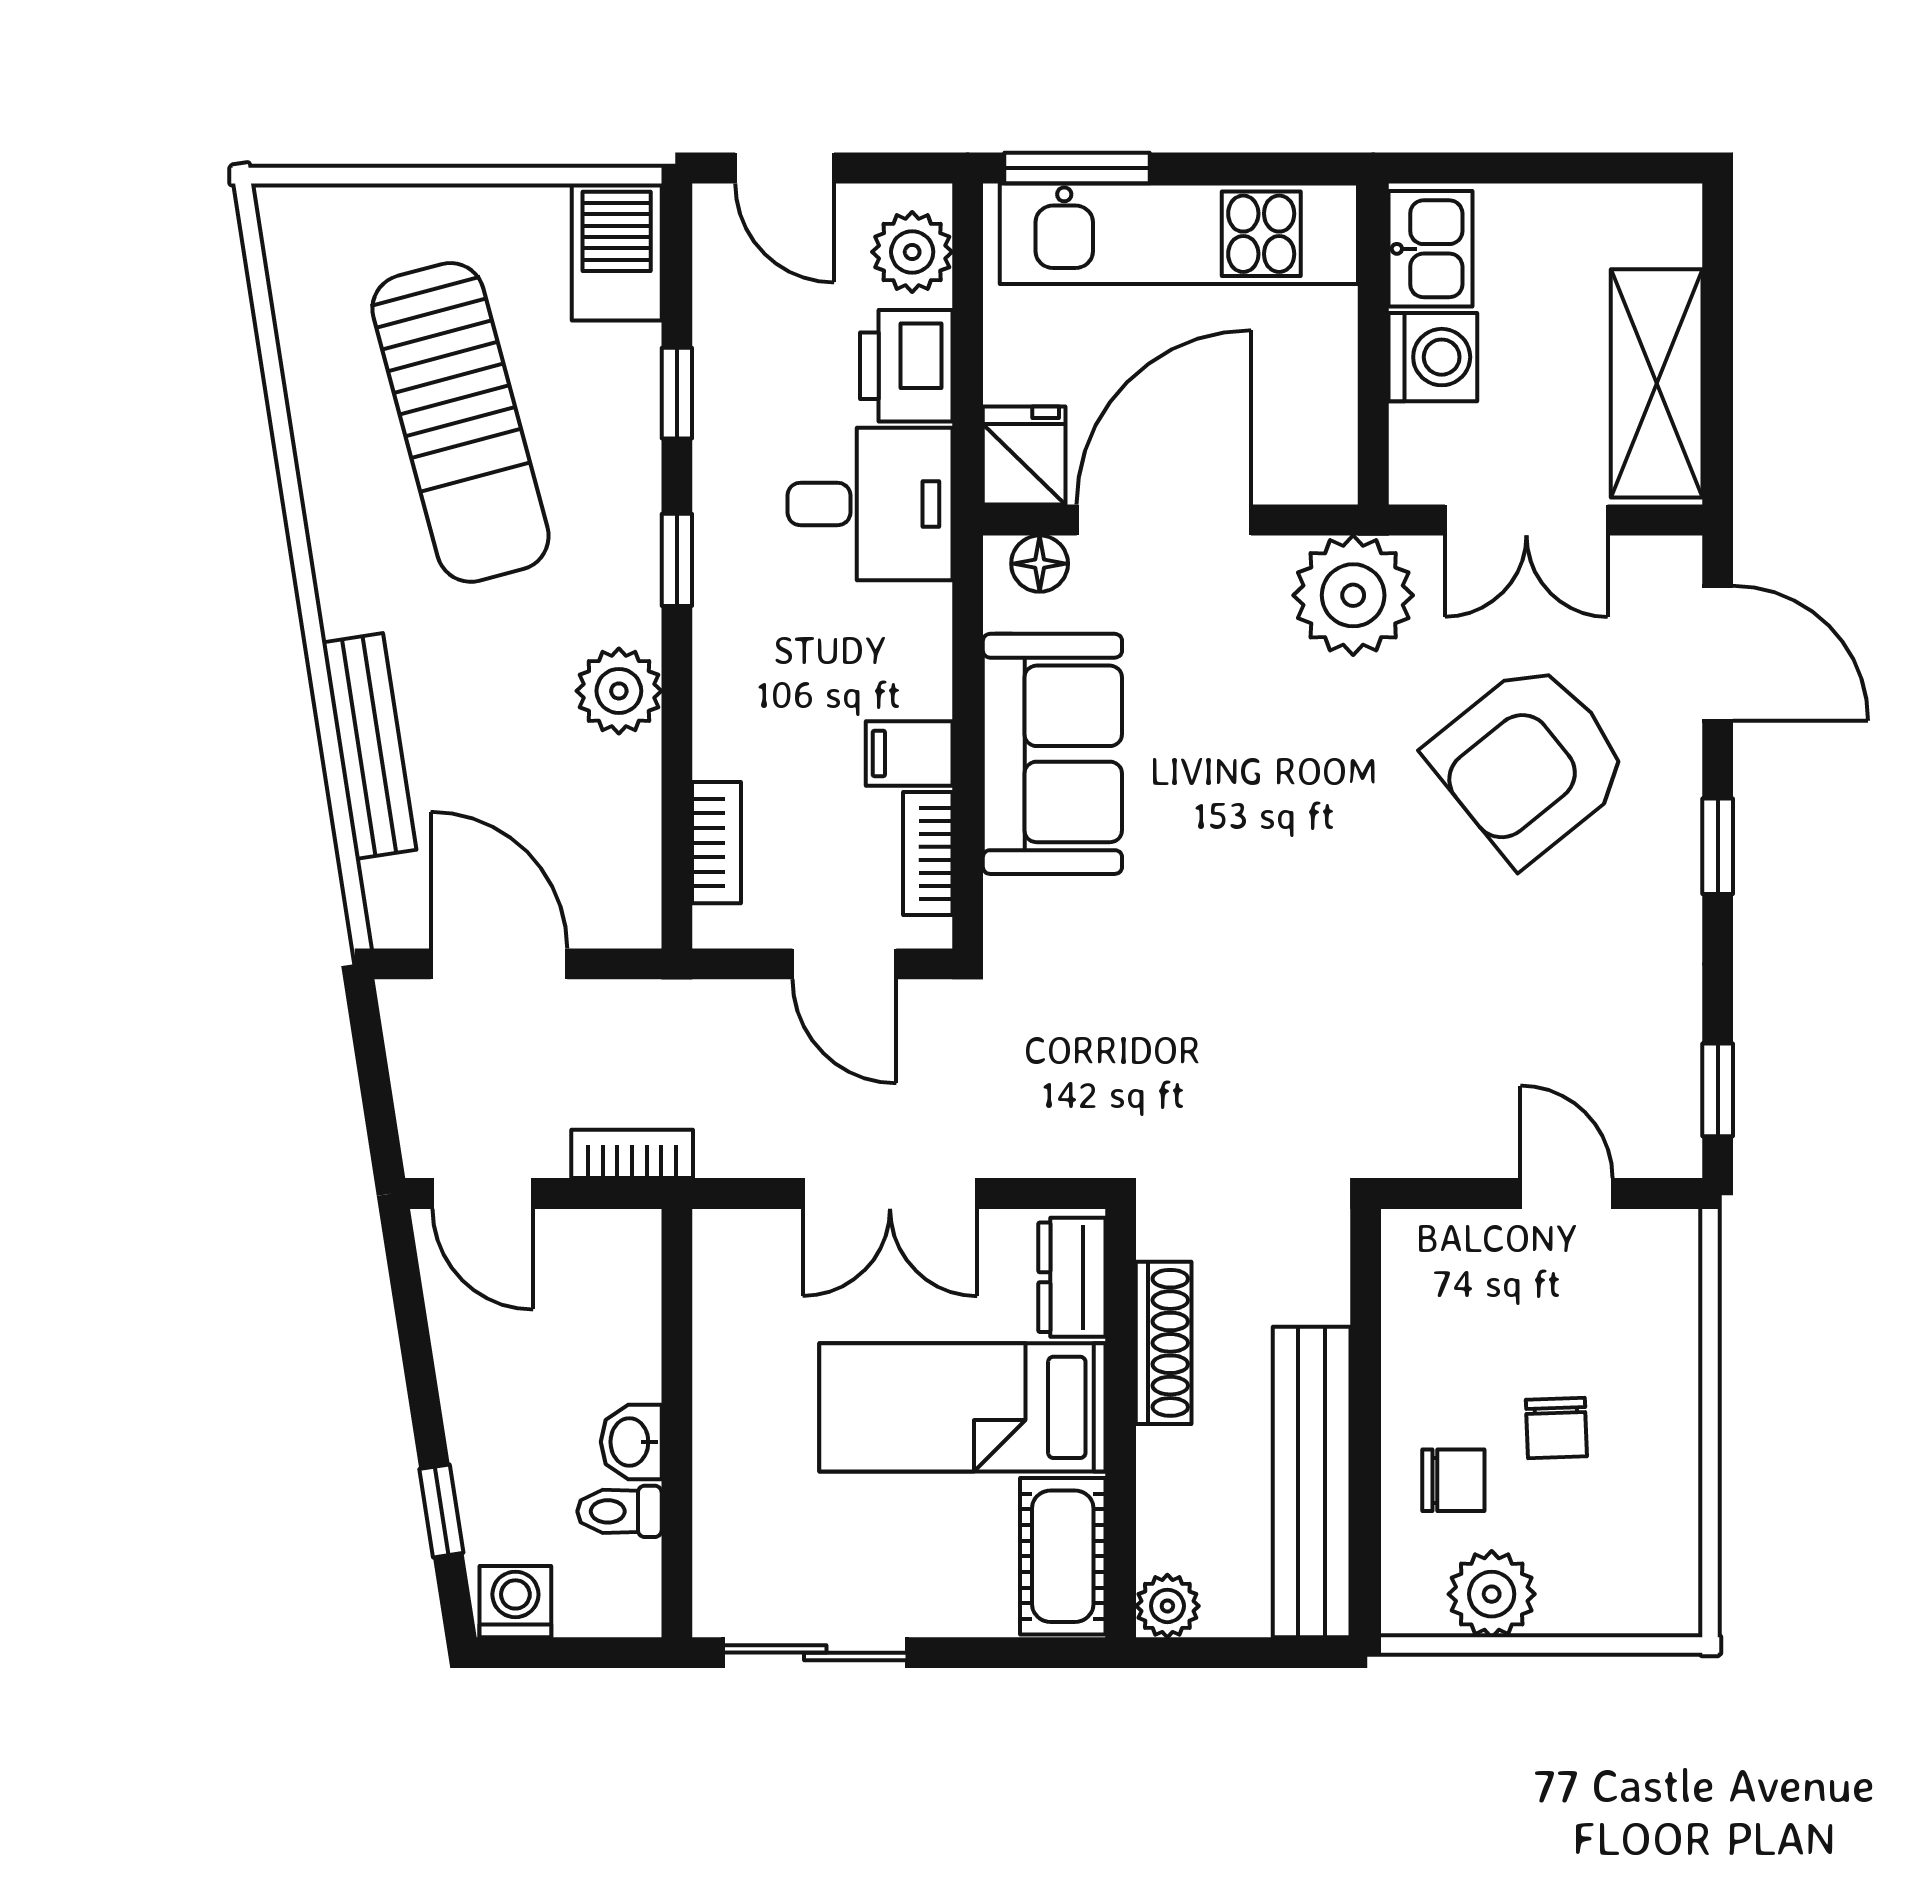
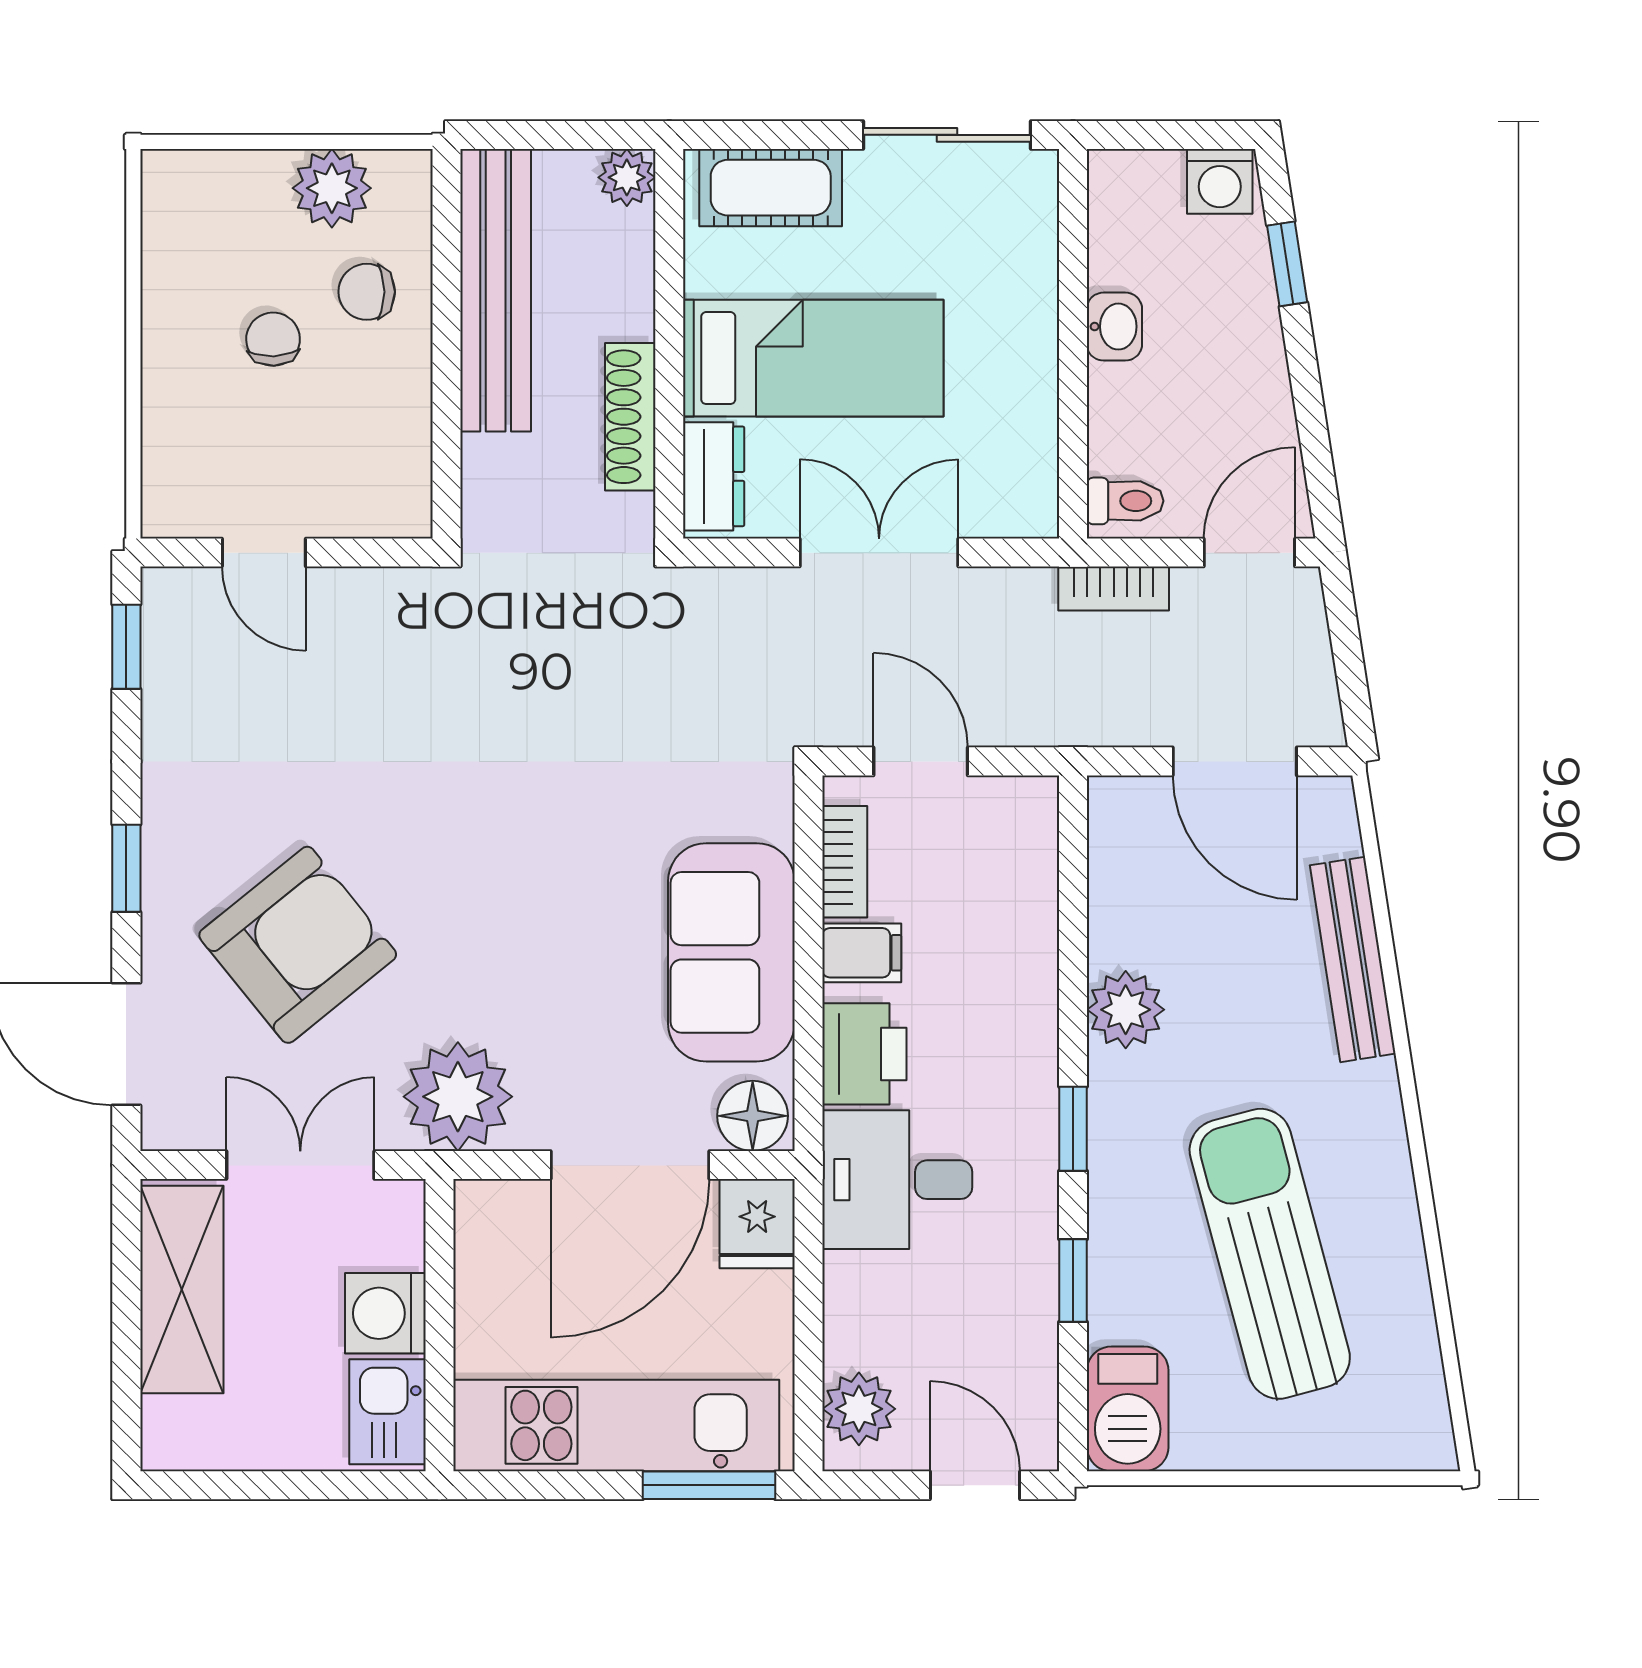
printer: (906, 366) -> (864, 1054), moved
floor lamp: (1040, 564) -> (753, 1116), width x1.37, depth x1.37
bookcase: (716, 843) -> (1037, 872), removed
door: (483, 1193) -> (1249, 553), hinge flipped
toilet: (620, 1511) -> (1125, 501), moved
cot: (1063, 1556) -> (771, 188), moved, turned 90

